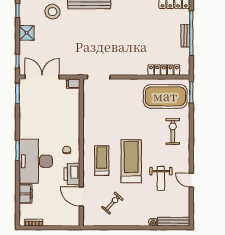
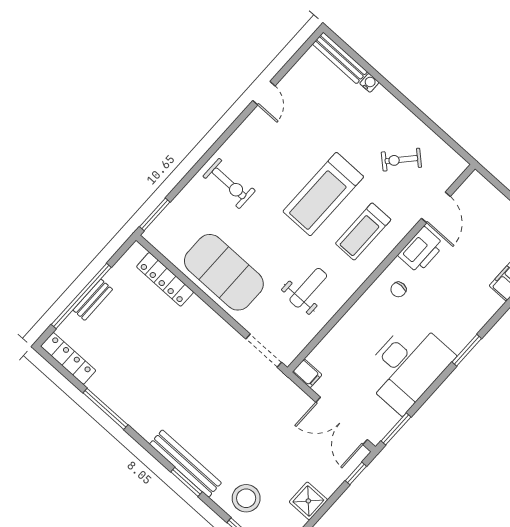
exercise mat: (165, 96) -> (224, 272), moved
exercise bike: (173, 131) -> (229, 183), turned -90
desk: (36, 161) -> (407, 366), moved
weight bench: (161, 178) -> (308, 288), moved

